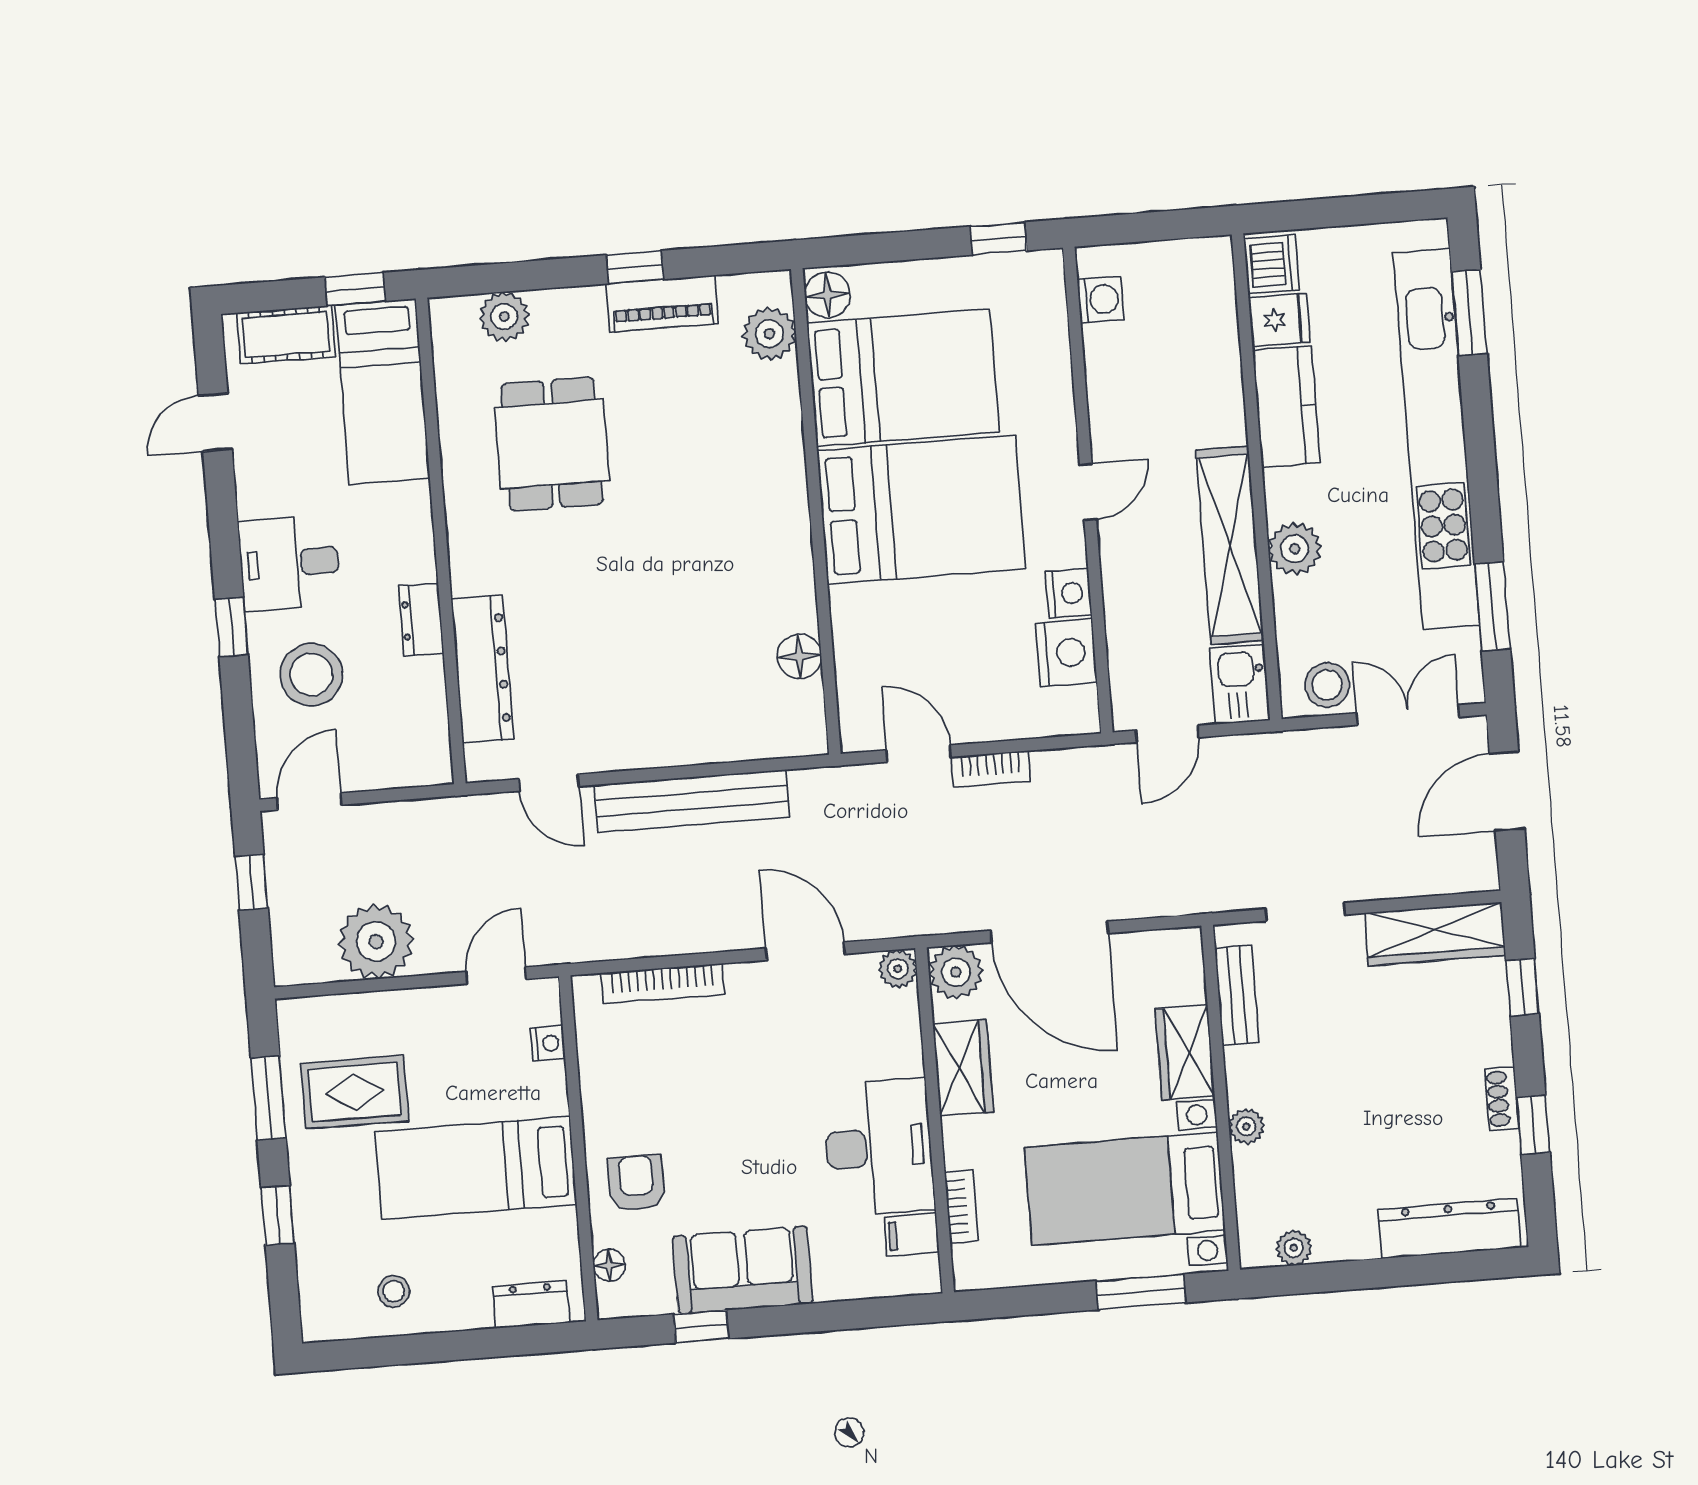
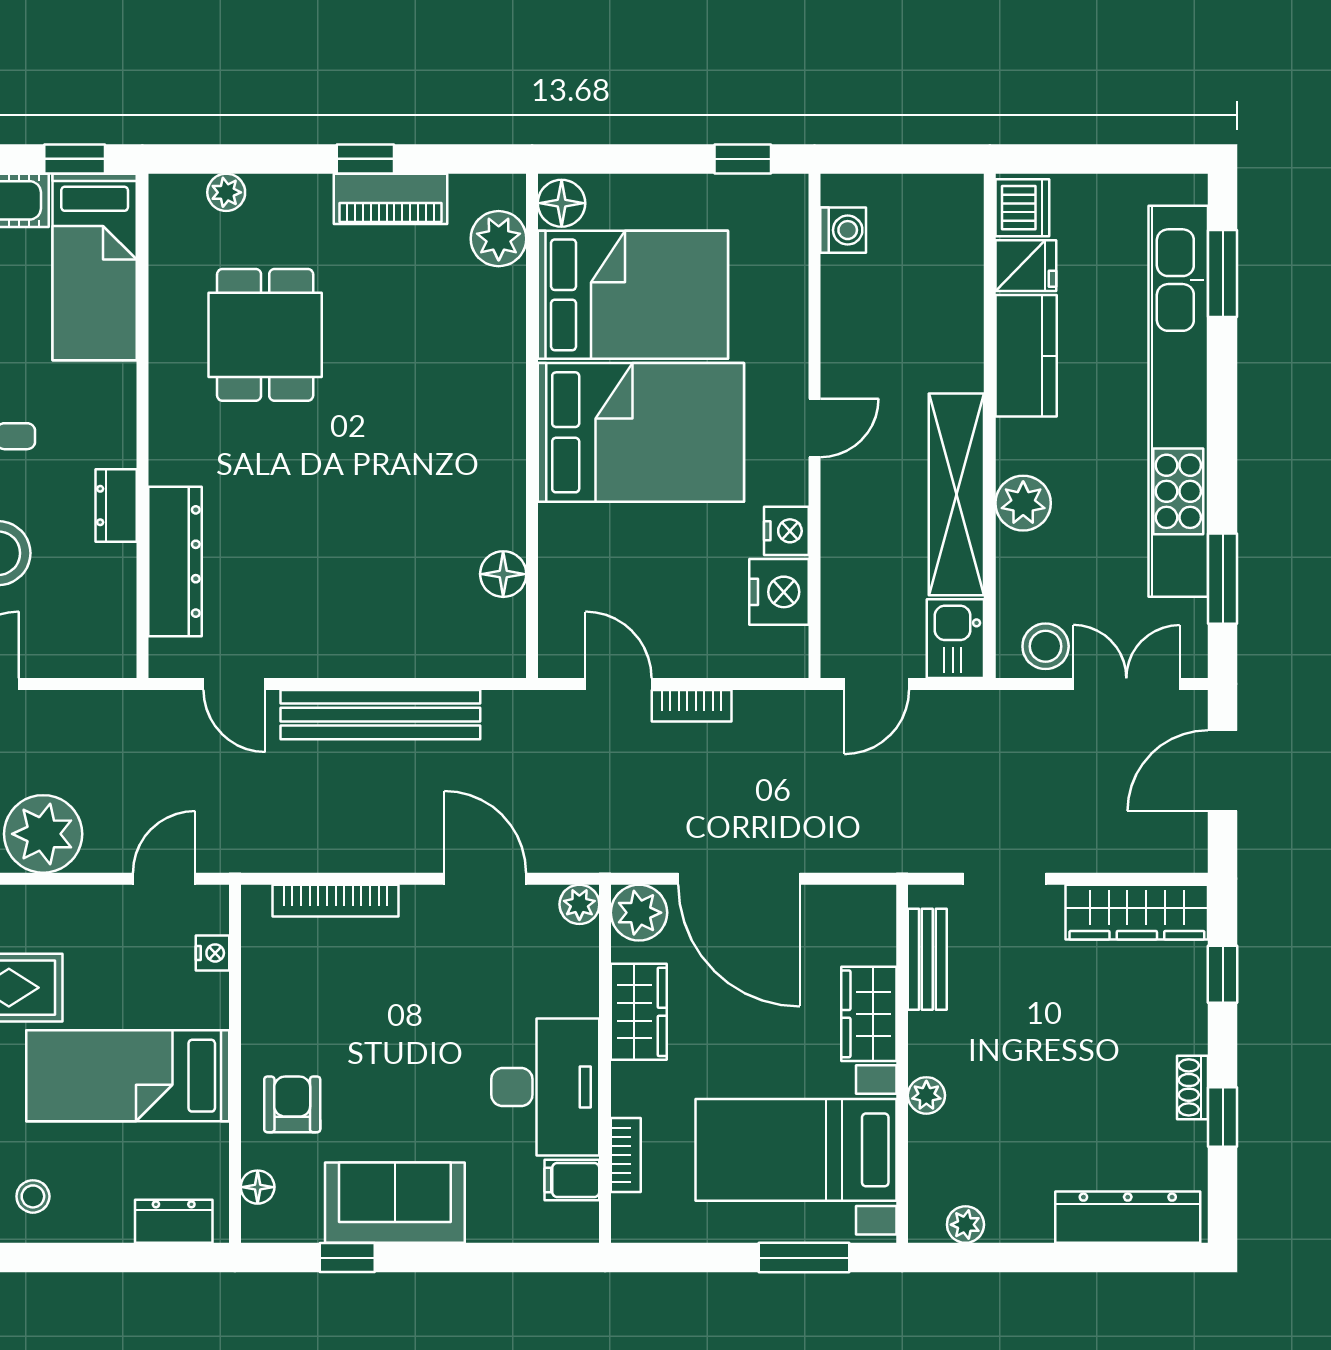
plant: (504, 317) -> (226, 192), width x0.73, depth x0.73

